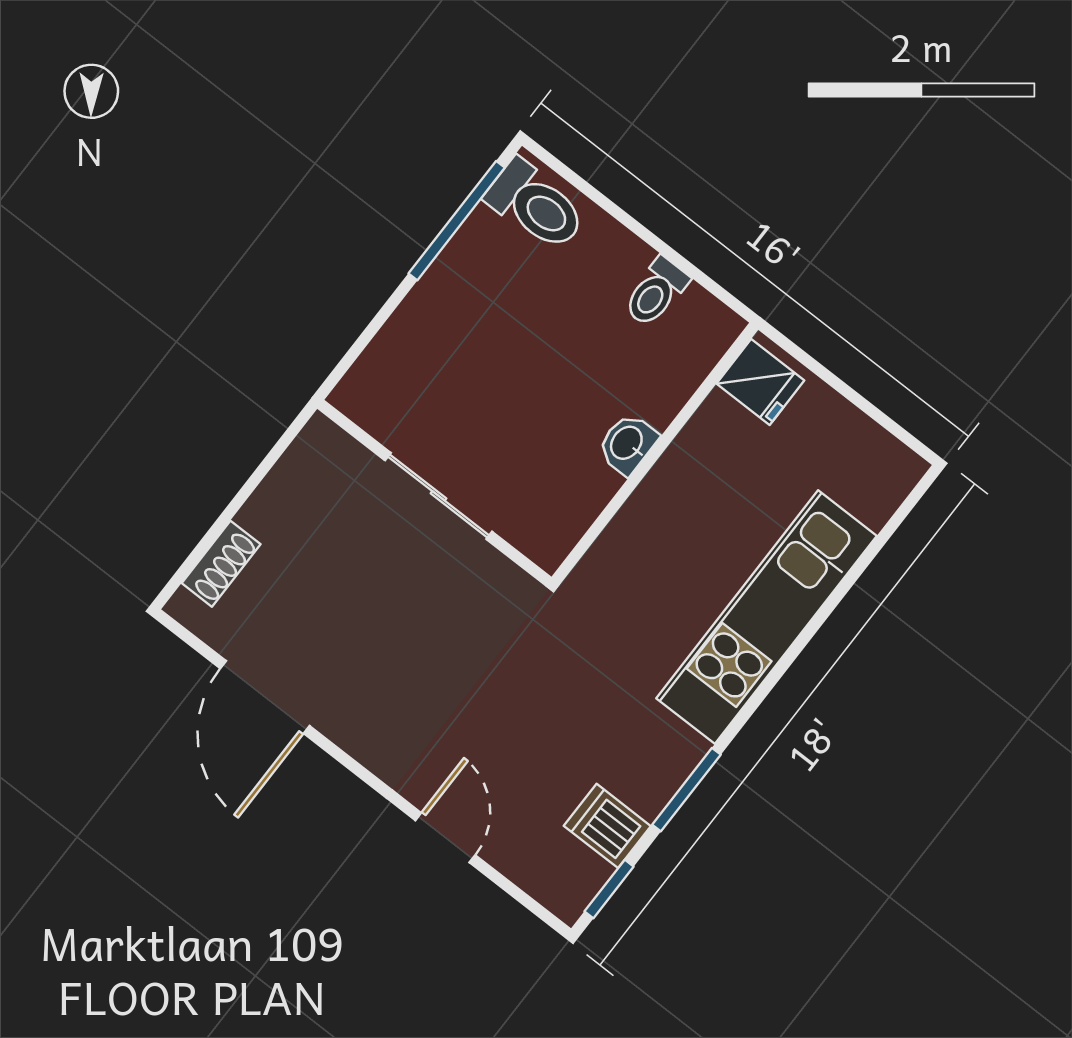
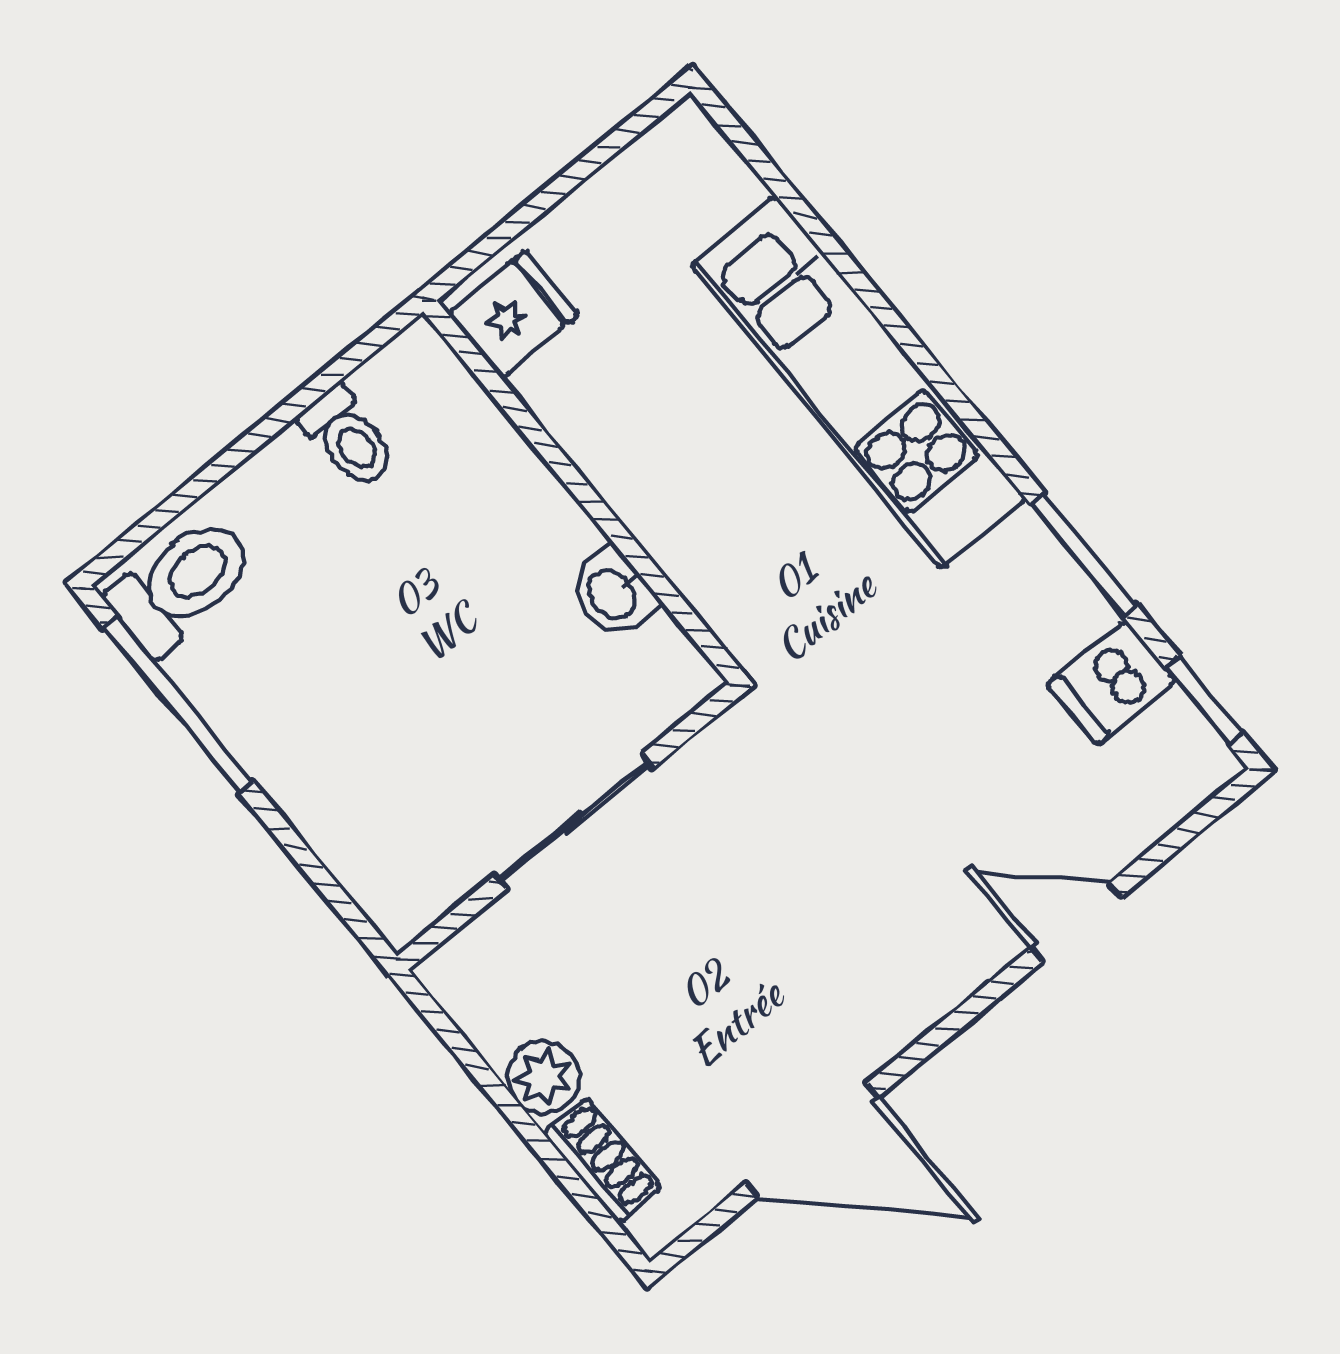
washbasin: (627, 444) -> (613, 593), moved
plant: (267, 513) -> (543, 1077), added

